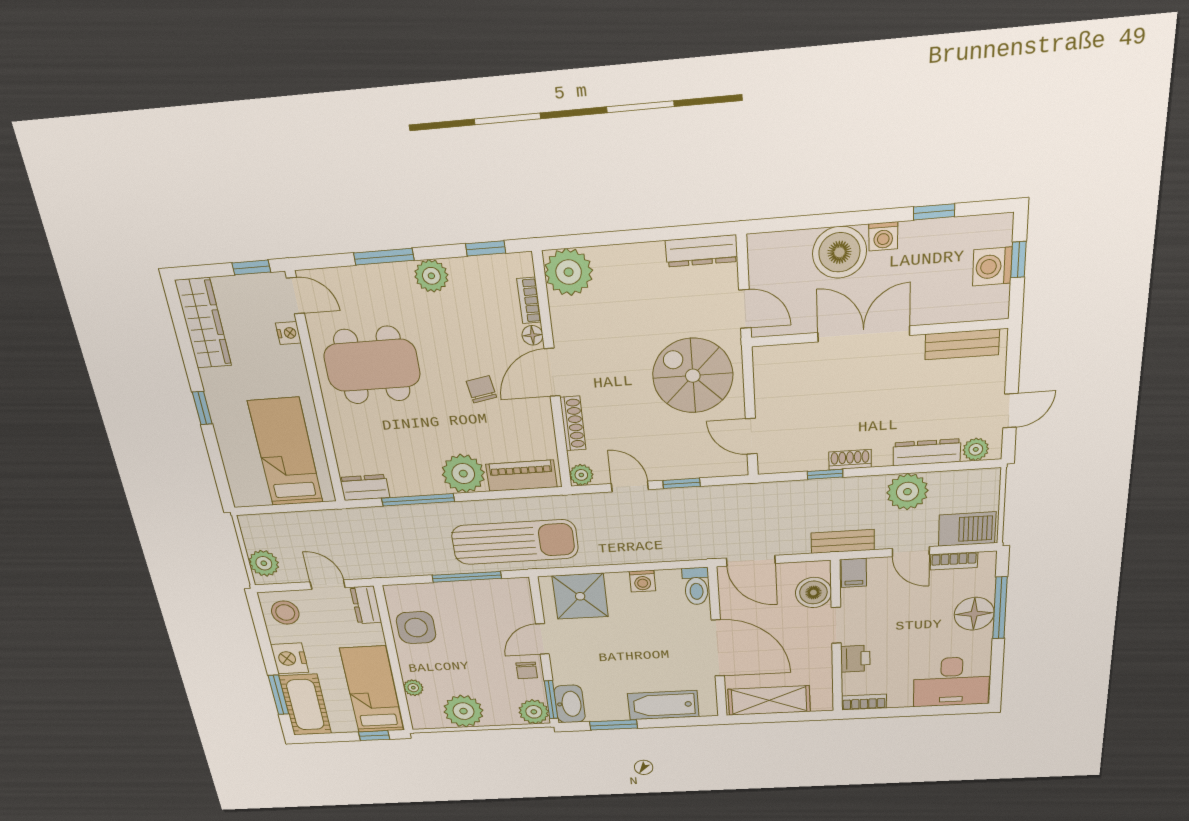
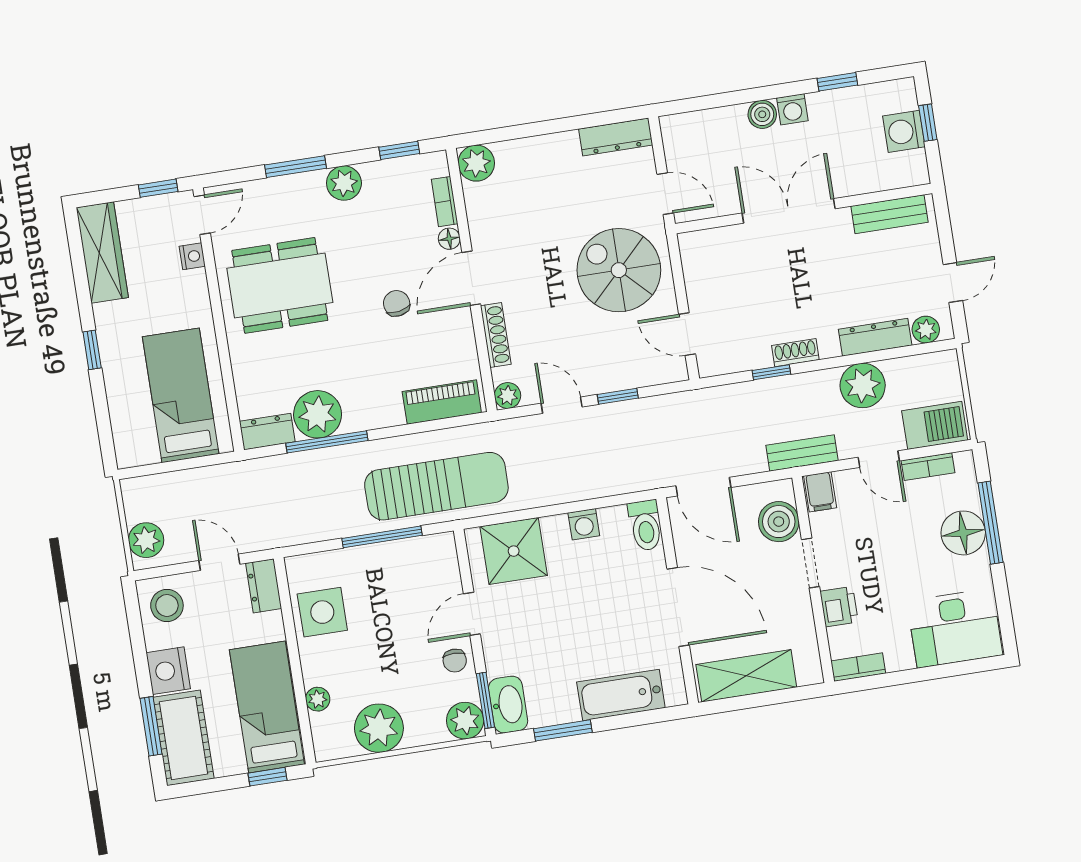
boiler: (839, 252) -> (762, 114), width x0.54, depth x0.54
plant: (569, 272) -> (476, 163), width x0.73, depth x0.73
door: (295, 296) -> (202, 215), hinge flipped
plant: (463, 474) -> (318, 414), moved

